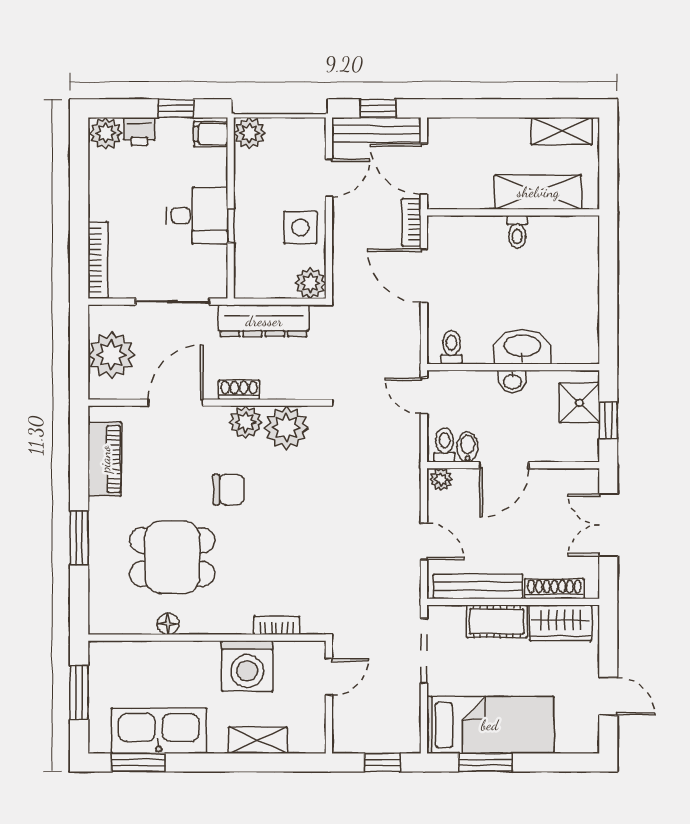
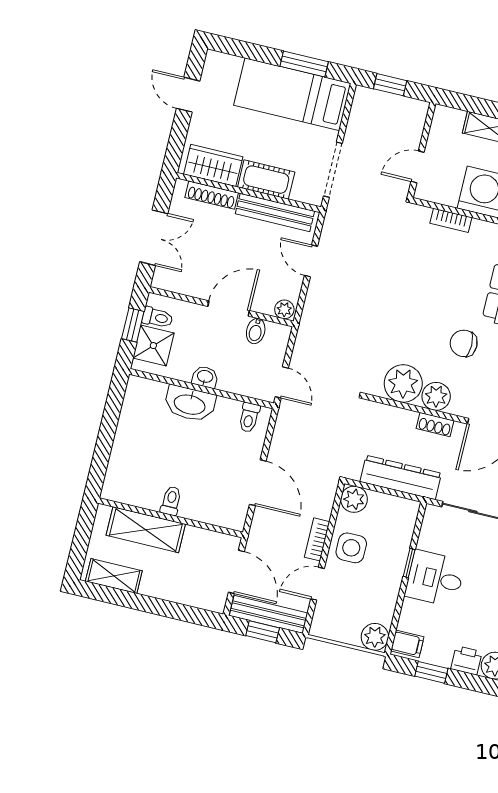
bookcase: (411, 222) -> (317, 539), moved, turned 180
toilet: (444, 445) -> (157, 318), moved, turned -90

